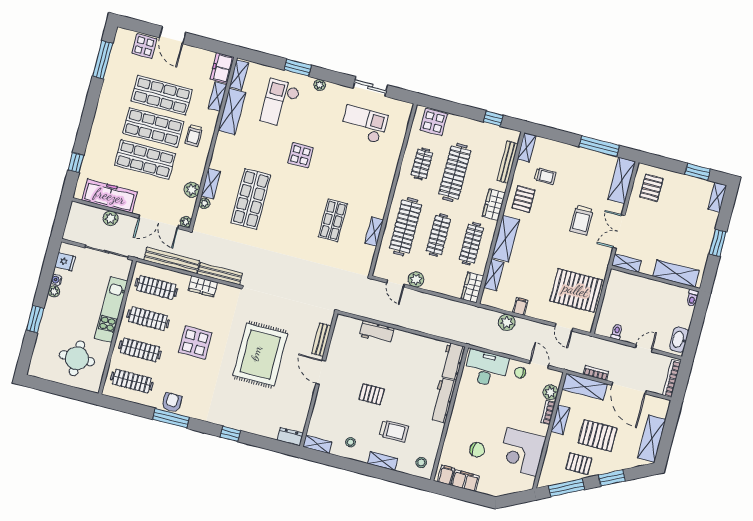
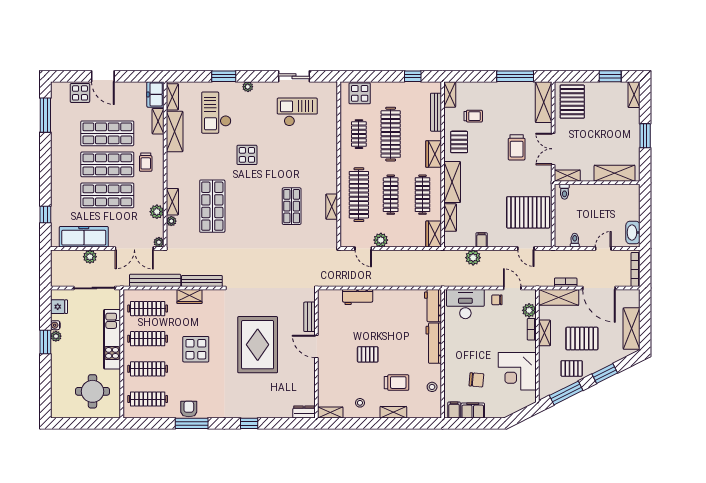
pallet: (651, 188) -> (572, 102), width x1.50, depth x1.42
toilet: (692, 298) -> (565, 192), moved
window: (35, 319) -> (45, 342), moved
stool: (421, 463) -> (432, 387), moved

